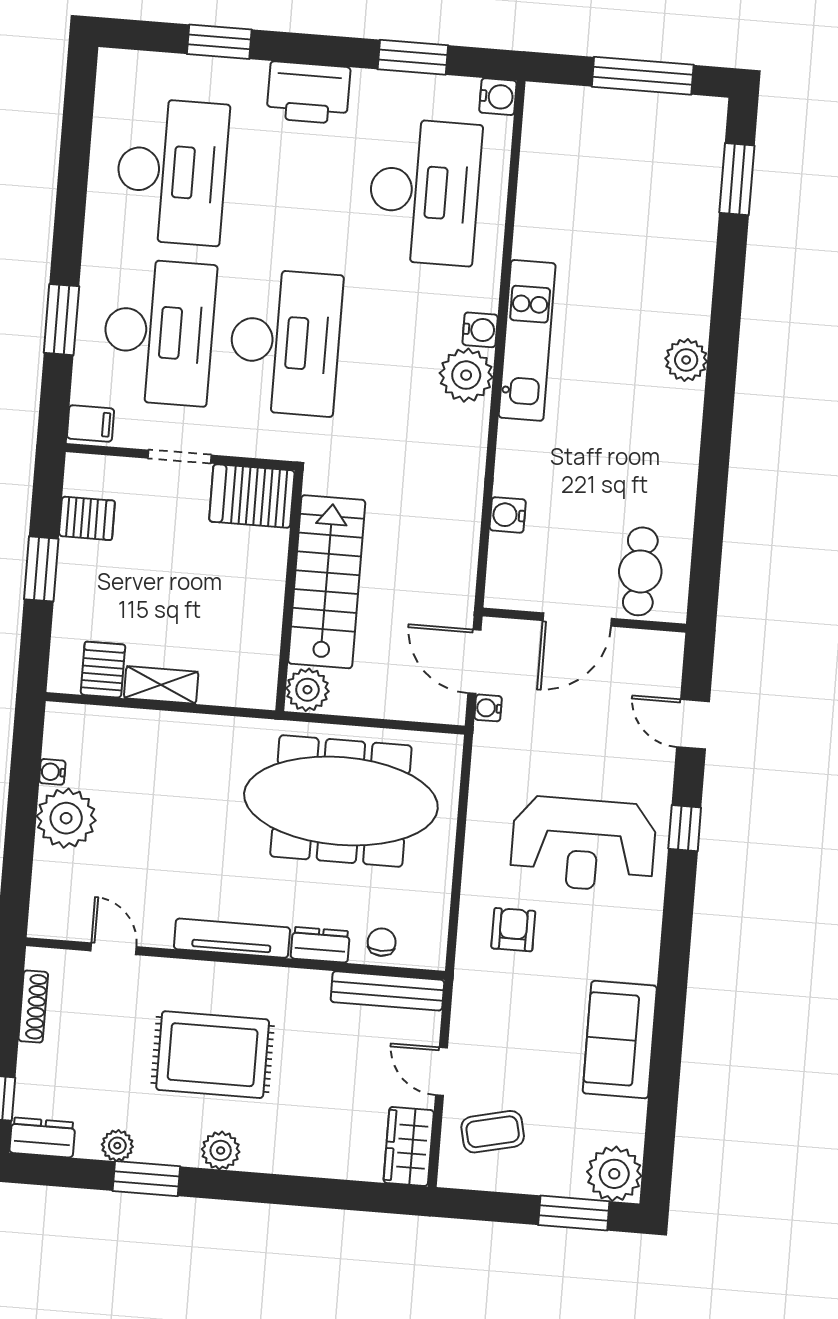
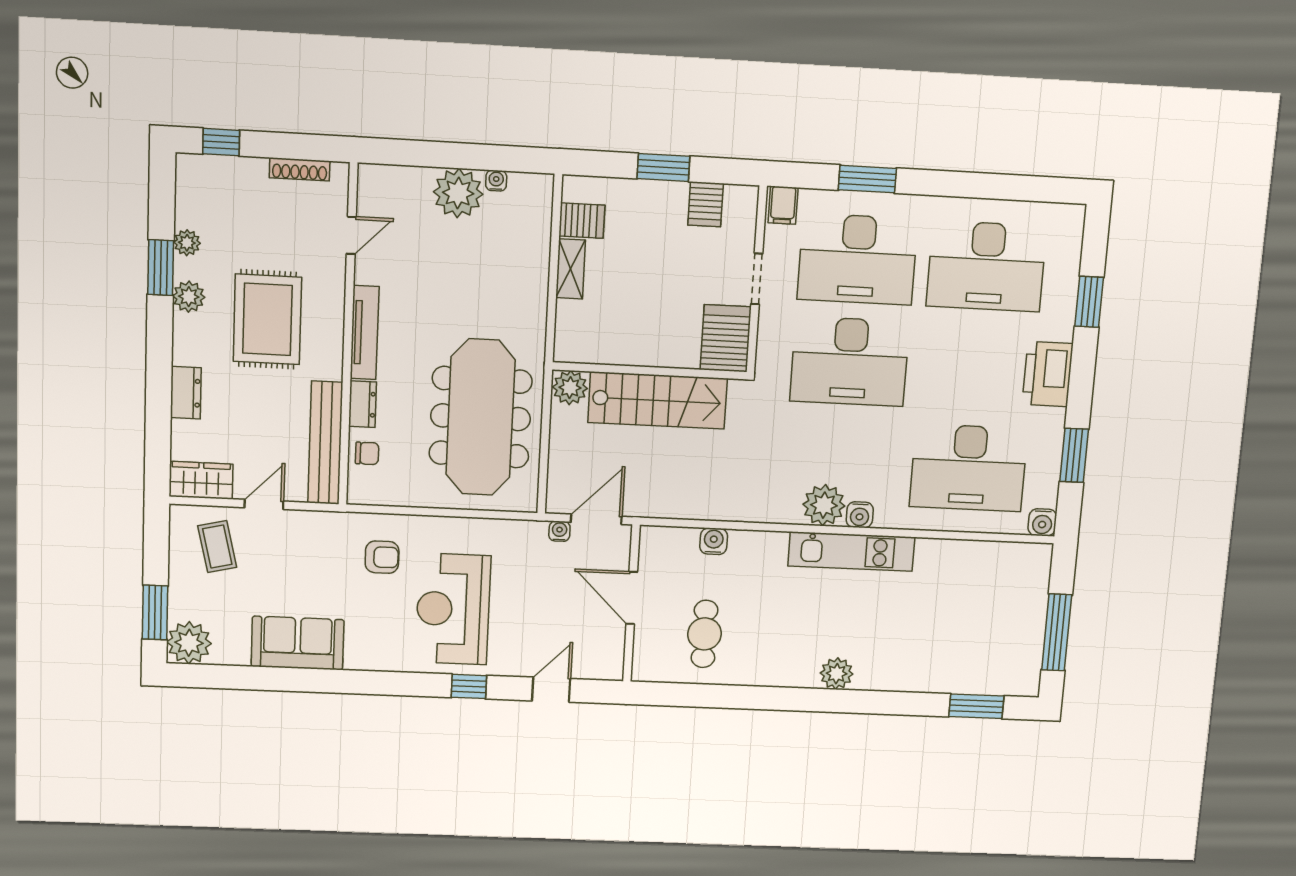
cafe table: (640, 571) -> (705, 634), moved, turned 90
bench: (387, 991) -> (325, 443), width x1.37, depth x1.21
dresser: (42, 1138) -> (186, 393), moved
plant: (221, 1151) -> (189, 297), moved

